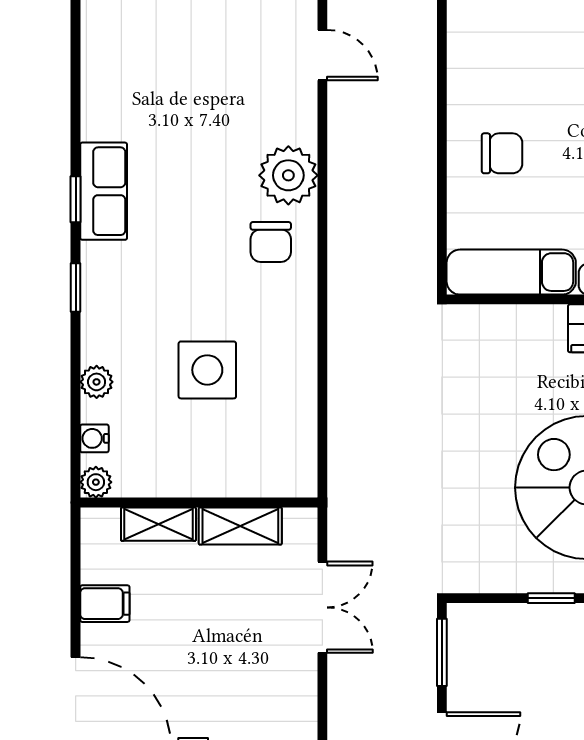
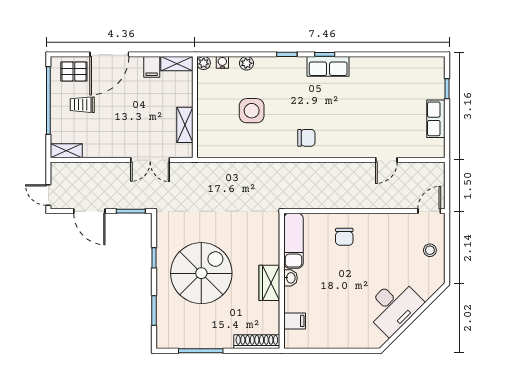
plant: (288, 175) -> (335, 145), removed
chair: (271, 242) -> (306, 138), turned 180
shelving: (158, 524) -> (177, 64), moved, turned 90

